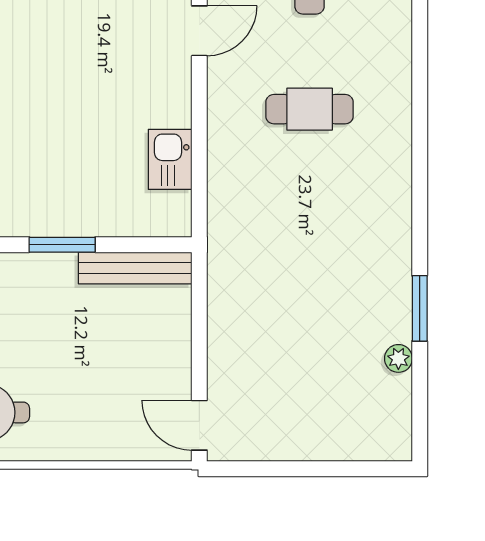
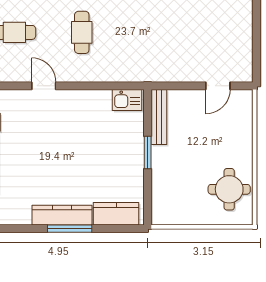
kitchen sink: (170, 159) -> (127, 100), moved
door: (199, 425) -> (218, 86), moved

